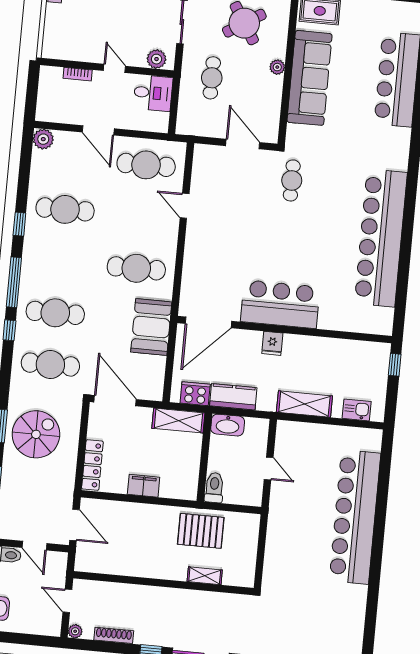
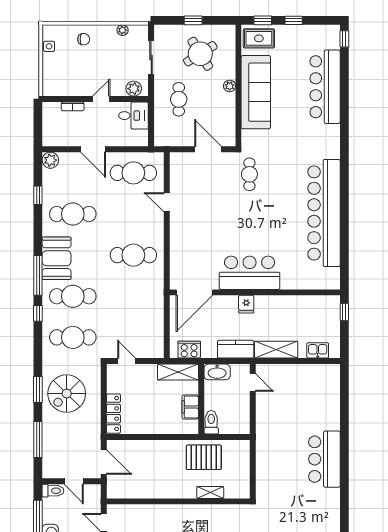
door: (114, 68) -> (101, 99), hinge flipped
window: (19, 224) -> (38, 195), moved
booth: (151, 327) -> (57, 258), moved
kitchen counter: (233, 397) -> (236, 349), moved
door: (115, 401) -> (127, 361), width x0.53
spiral stairs: (36, 434) -> (67, 394), turned 180
door: (269, 468) -> (253, 383), moved
filing cabinet: (144, 486) -> (190, 407), moved, turned -90
bar counter: (355, 517) -> (324, 459), width x0.54

